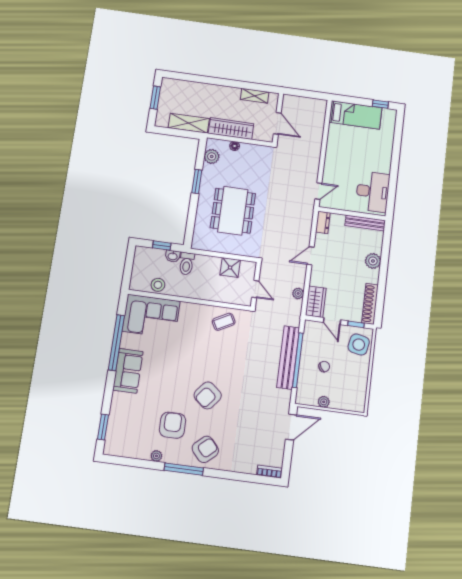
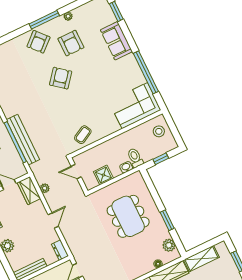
washbasin: (173, 256) -> (126, 167), moved
stool: (158, 285) -> (159, 131), moved
sofa: (128, 371) -> (116, 41), moved

